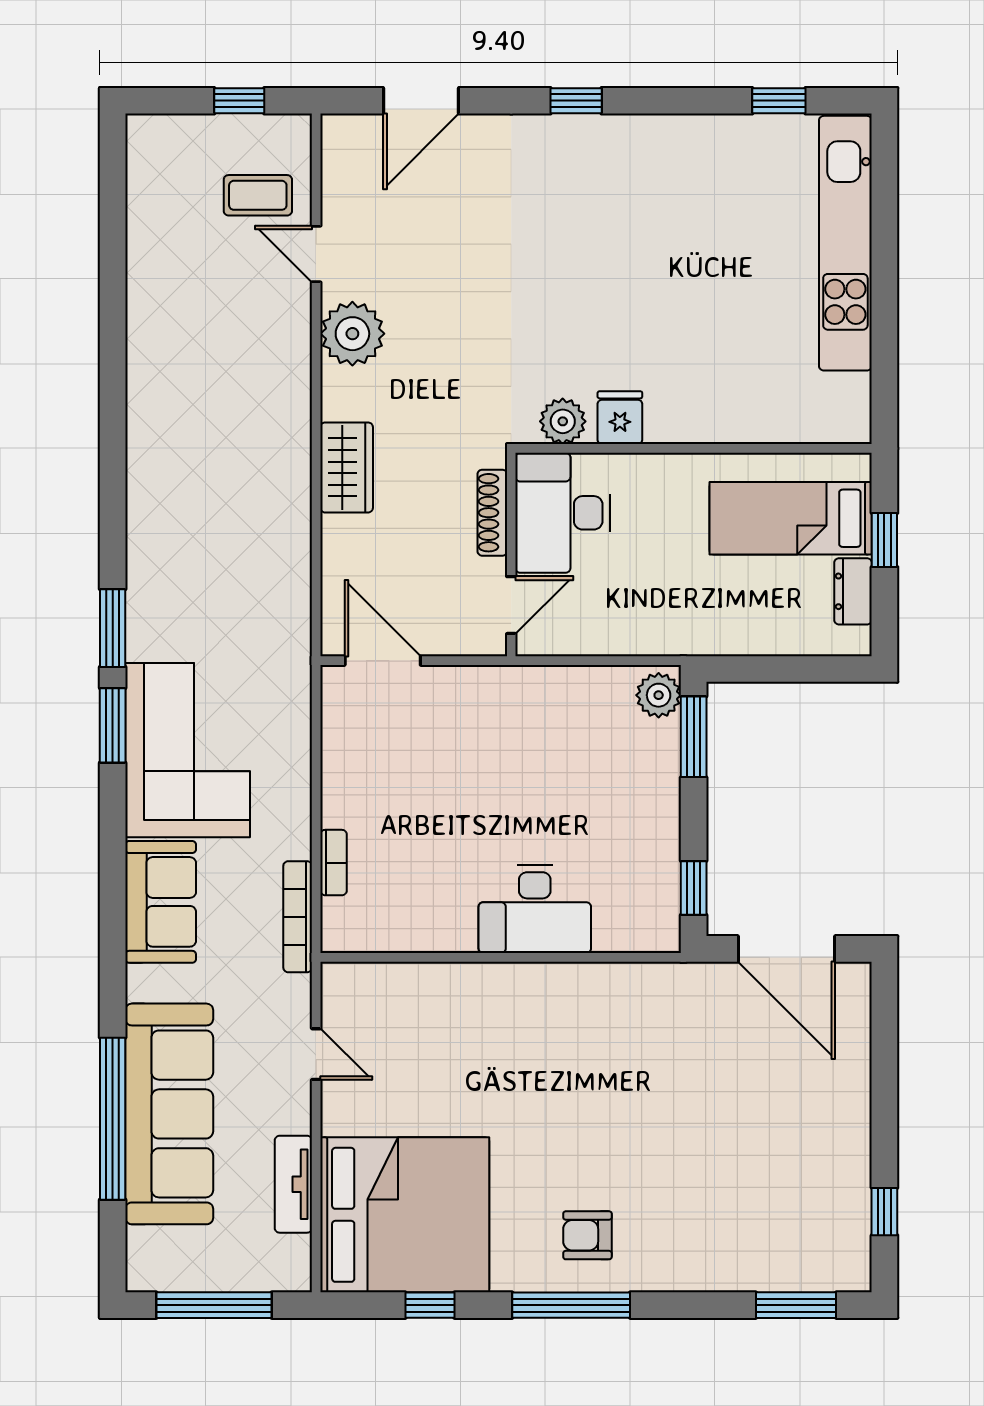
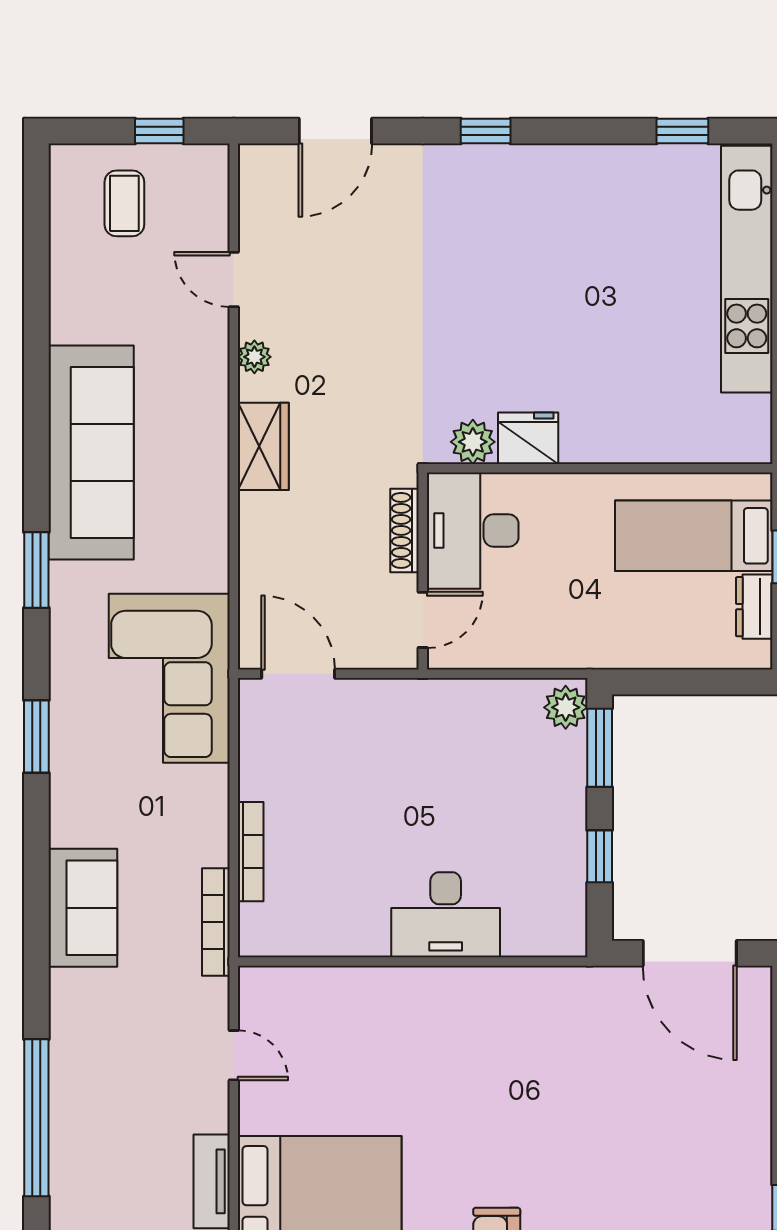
coffee table: (258, 195) -> (124, 203), moved, turned 90
plant: (352, 334) -> (254, 357), width x0.53, depth x0.53
fridge: (620, 418) -> (528, 438), width x1.38
wardrobe: (347, 467) -> (263, 446), moved
window: (113, 628) -> (36, 570), moved
corner sofa: (188, 750) -> (169, 678), moved, turned 180
bookcase: (334, 863) -> (251, 852), width x1.56
window: (694, 888) -> (600, 856), moved
sofa: (169, 1114) -> (91, 453), moved

